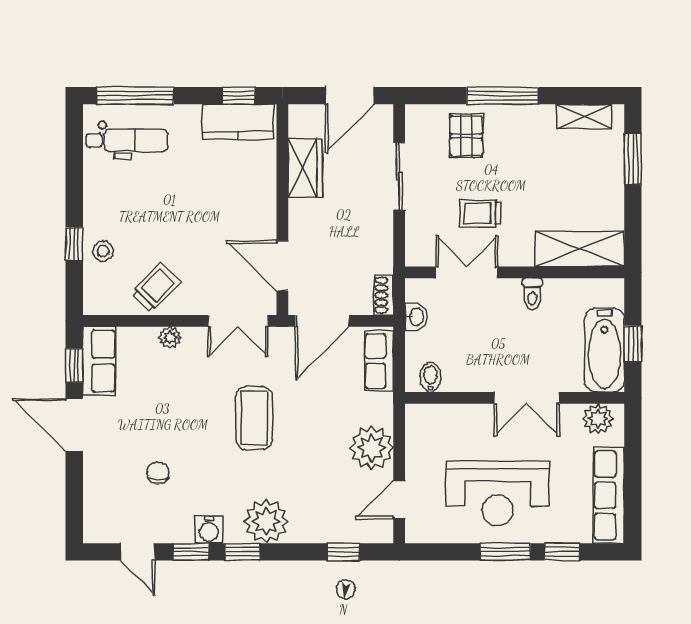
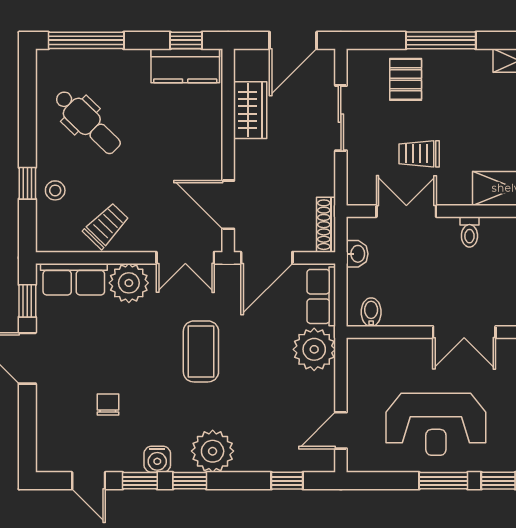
dental chair: (127, 140) -> (87, 122), moved, turned 44
shoe rack: (384, 295) -> (326, 225), width x1.43
plant: (170, 337) -> (129, 283), width x1.88, depth x1.88
row of seats: (99, 361) -> (74, 279), moved, turned 90
plant: (372, 448) -> (314, 349), moved

